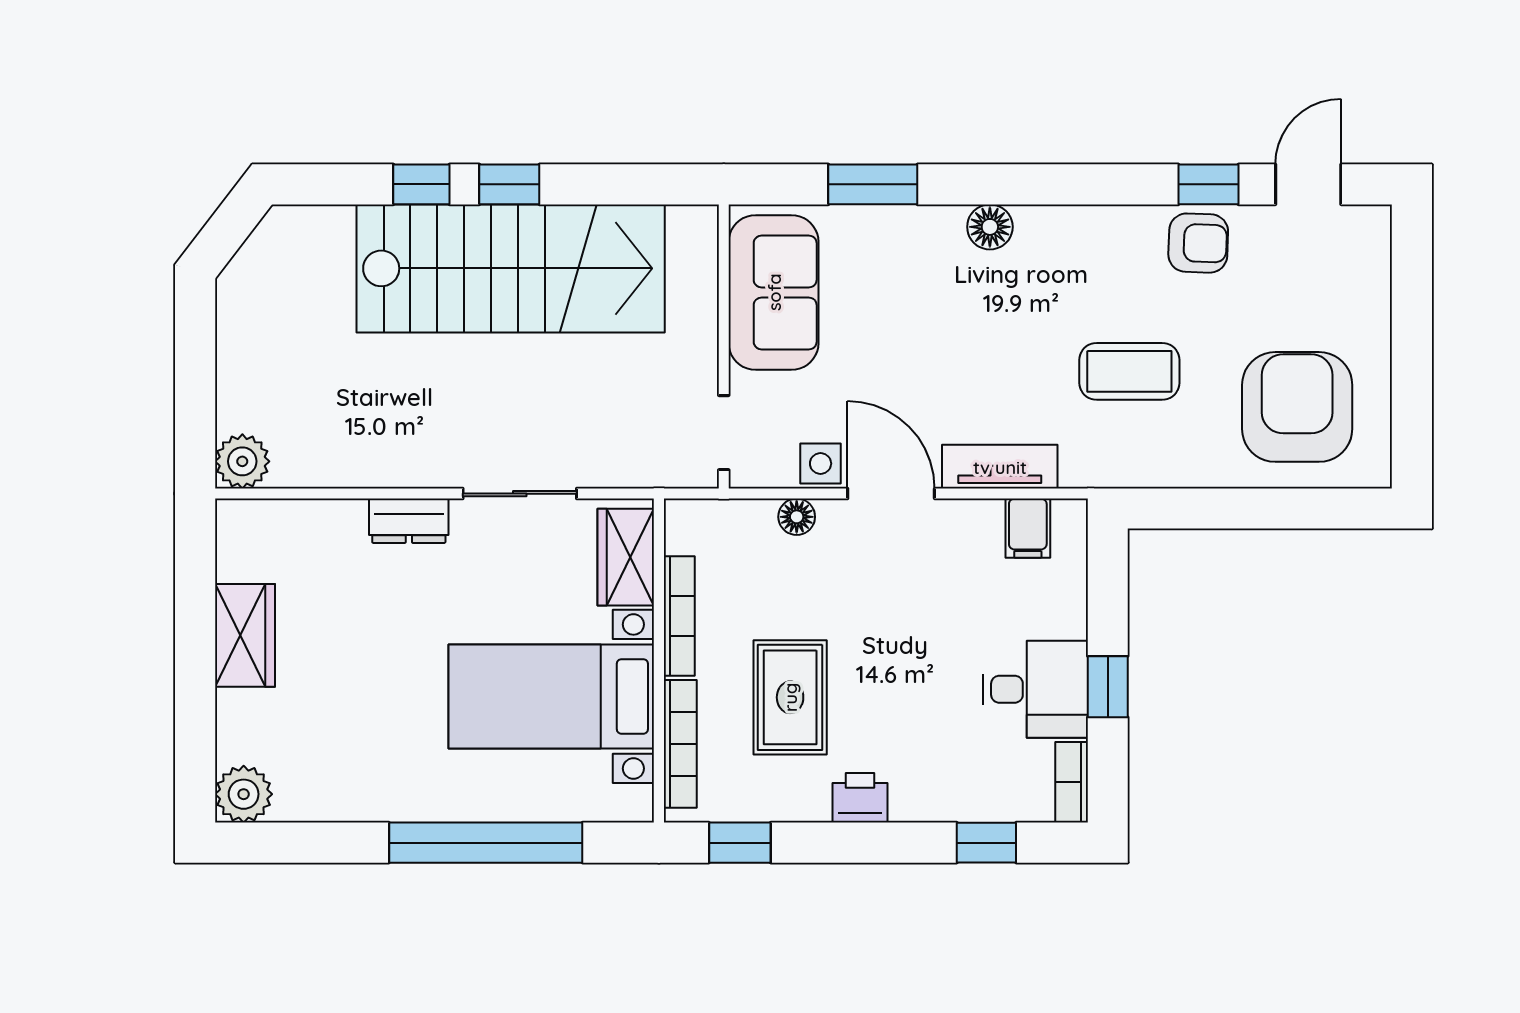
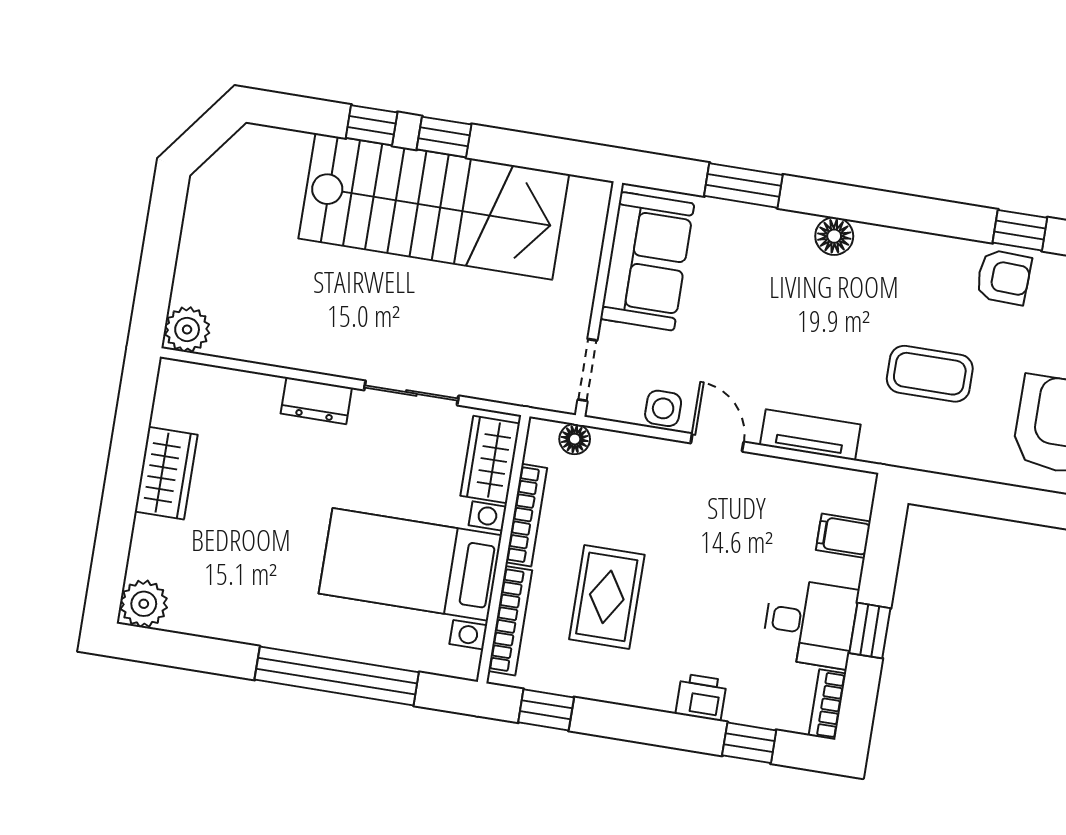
door: (891, 494) -> (717, 443), width x0.73
floor lamp: (797, 517) -> (575, 439), moved
filing cabinet: (1028, 528) -> (843, 536), moved, turned 90
printer: (860, 798) -> (701, 697), moved

